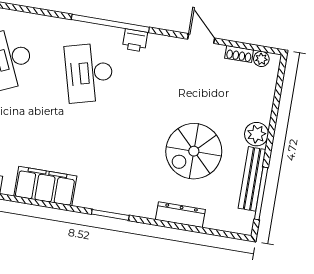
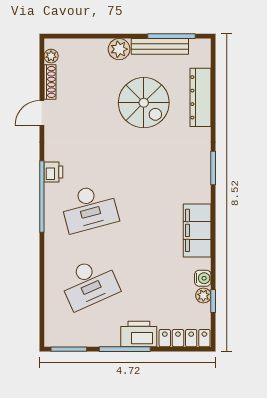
shoe rack: (239, 54) -> (50, 82), width x1.43
dresser: (180, 215) -> (201, 97), width x1.37, depth x1.24

